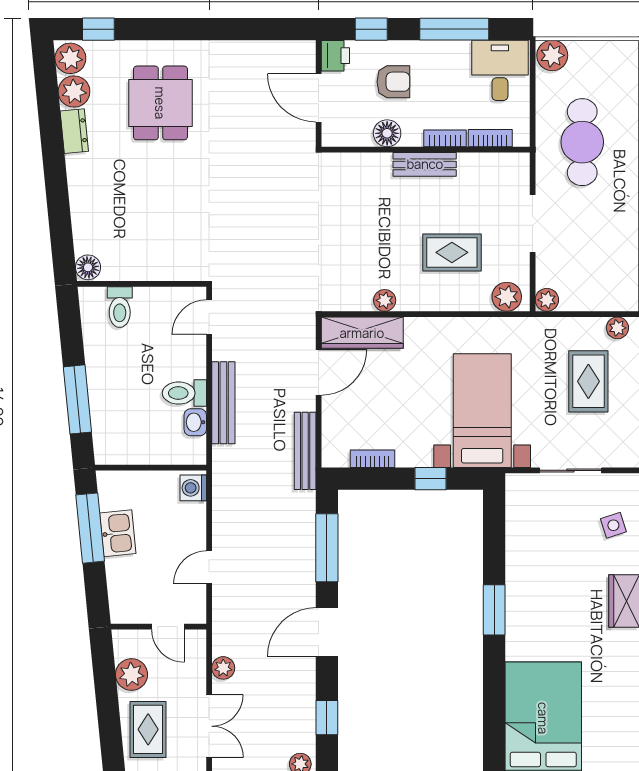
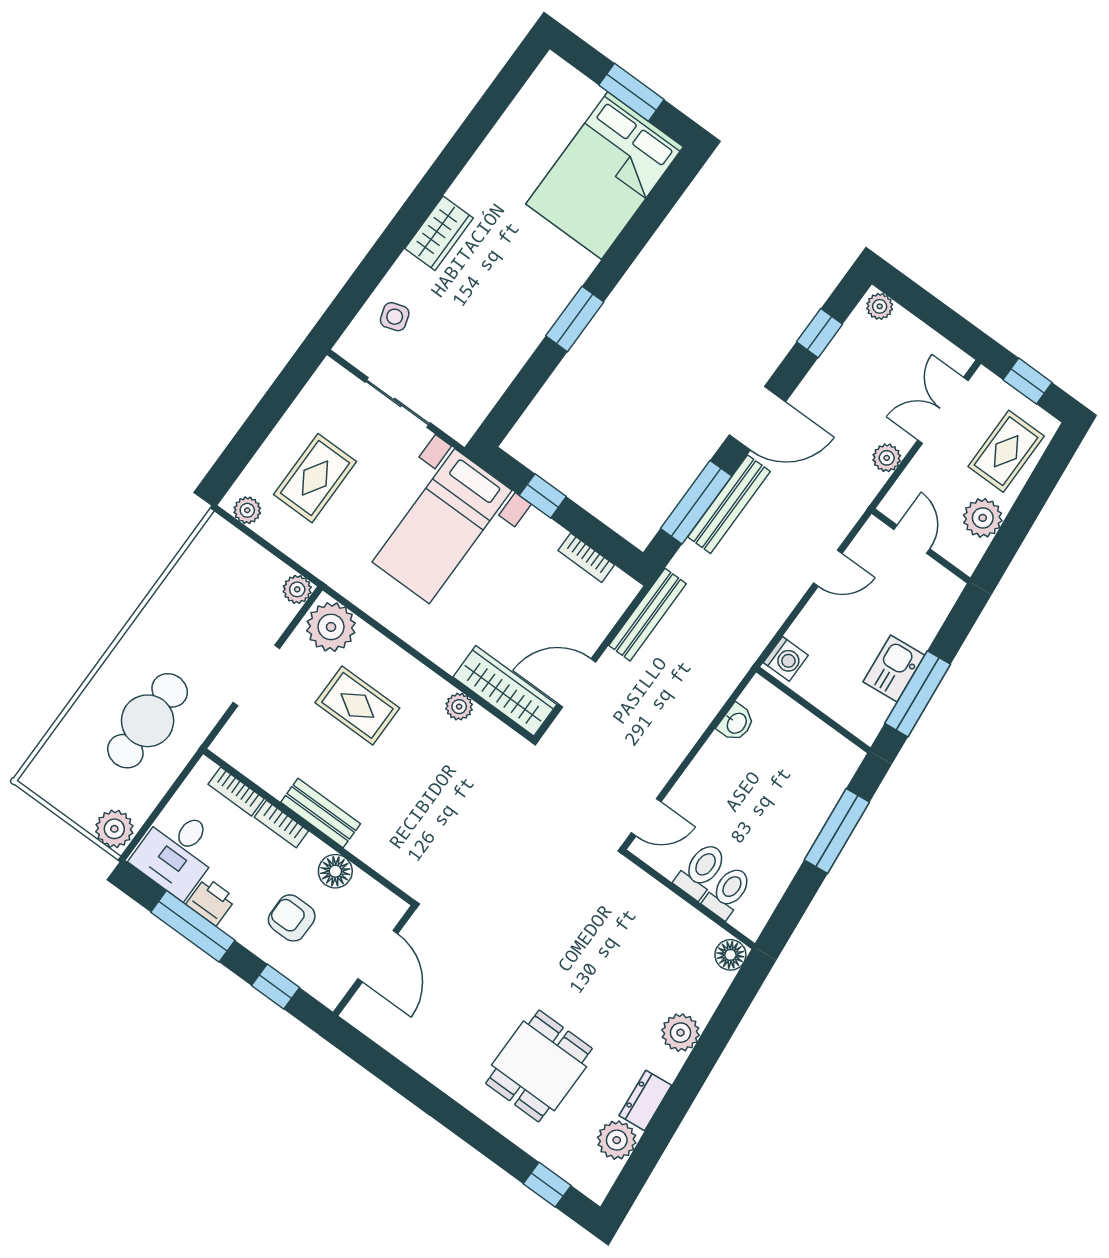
printer: (335, 56) -> (211, 901), moved, turned 90
plant: (70, 58) -> (681, 1033), moved
plant: (507, 297) -> (331, 627), width x1.36, depth x1.36
toilet: (184, 393) -> (701, 870), moved, turned -90
bench: (223, 403) -> (729, 504), moved

